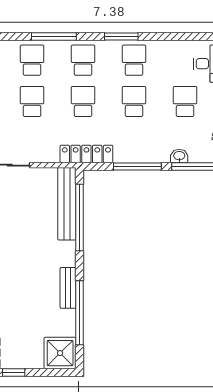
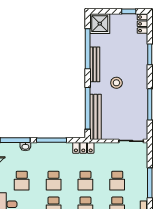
locker: (86, 154) -> (83, 148), width x0.66
stool: (33, 258) -> (116, 83), added
bench: (68, 288) -> (95, 64), width x1.36

